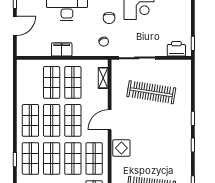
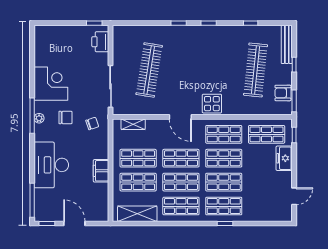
shelving: (24, 82) -> (137, 214), added

